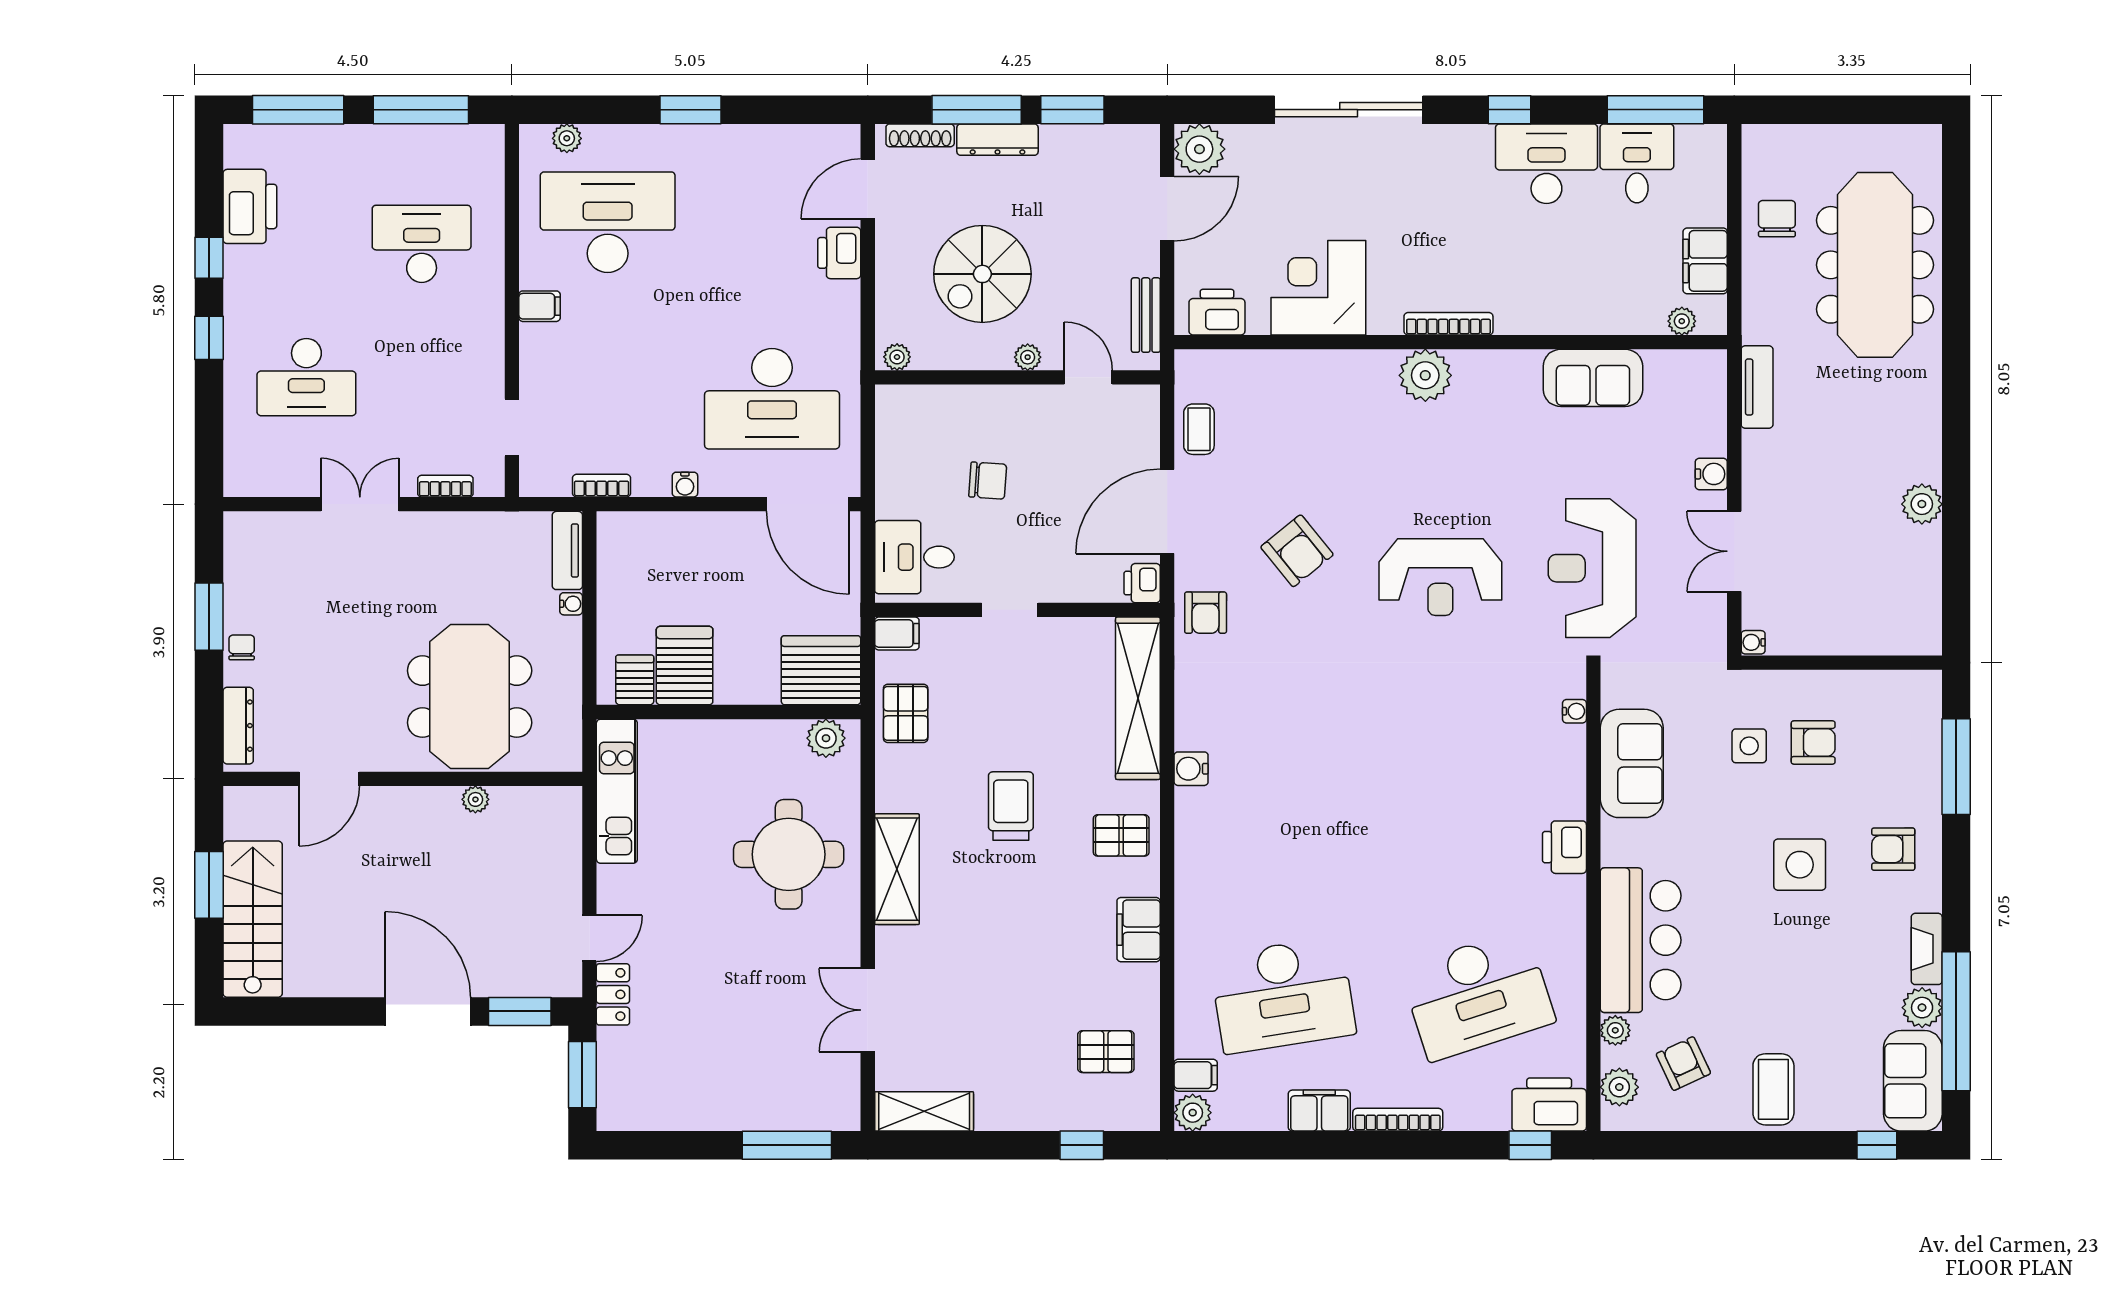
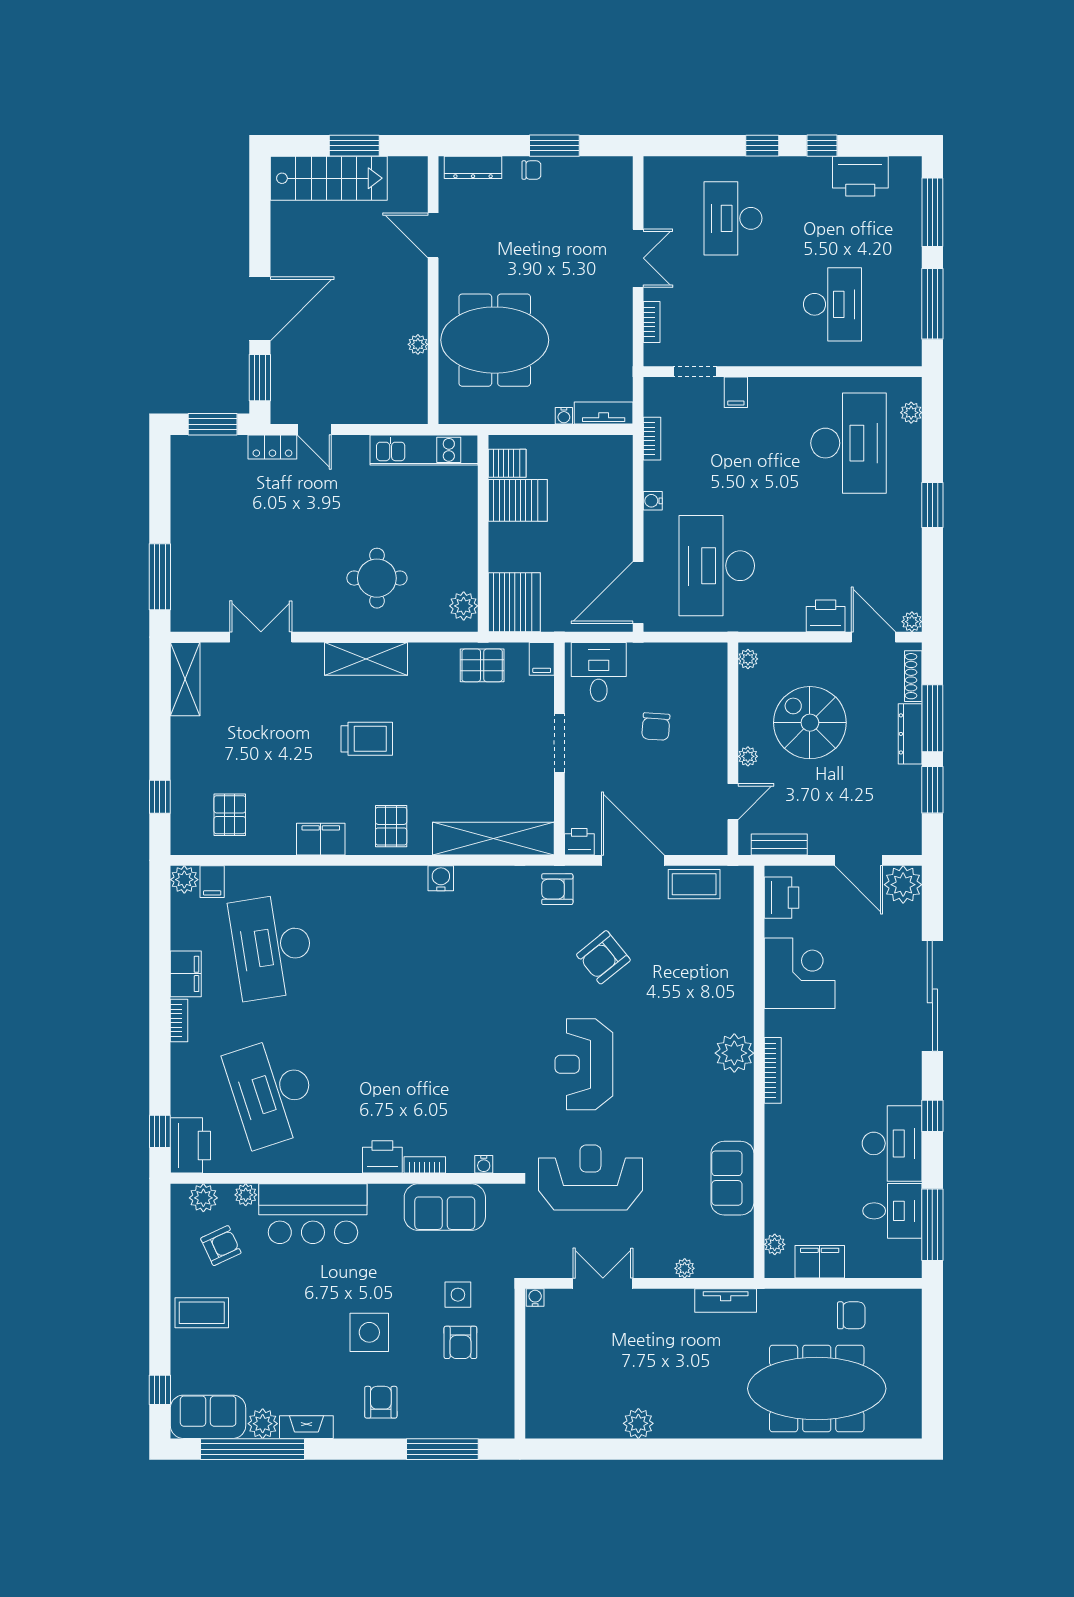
plant: (847, 137) -> (912, 622), added
filing cabinet: (540, 306) -> (736, 392), moved
coffee table: (1199, 429) -> (694, 884), width x1.36, depth x1.30
plant: (1714, 442) -> (685, 1268), added
water cooler: (1711, 474) -> (661, 1266), removed
doorway: (1010, 610) -> (559, 743), width x1.38
bookcase: (1575, 790) -> (425, 1165), added
trolley: (1011, 806) -> (367, 739), moved
round table: (789, 854) -> (377, 578), width x0.73, depth x0.73
bookcase: (1398, 1120) -> (179, 1020), width x0.64

